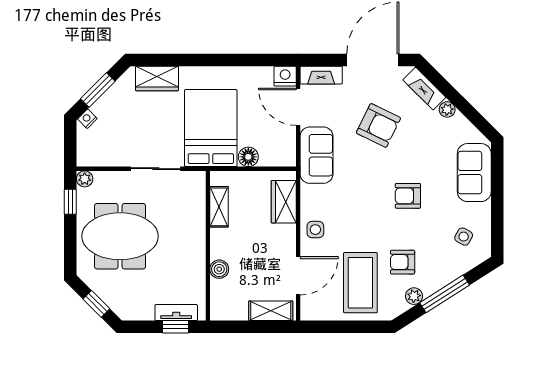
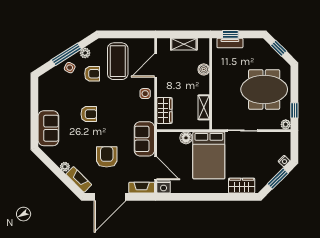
armchair: (378, 125) -> (107, 157), turned 64
side table: (464, 237) -> (70, 68), moved
shelving: (271, 311) -> (184, 44), moved

